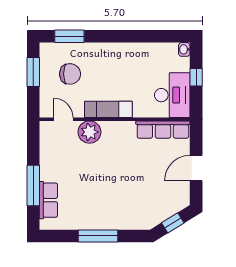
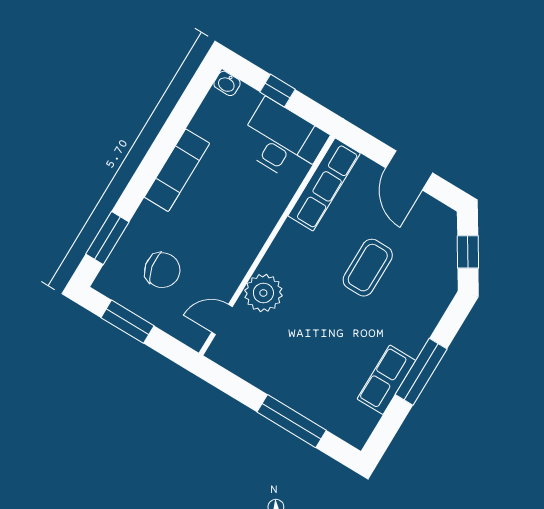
chair: (70, 74) -> (162, 270), turned 79
exam couch: (108, 109) -> (177, 170), moved, turned 180
coffee table: (134, 177) -> (368, 268), added
row of seats: (48, 200) -> (386, 380), moved, turned -90

